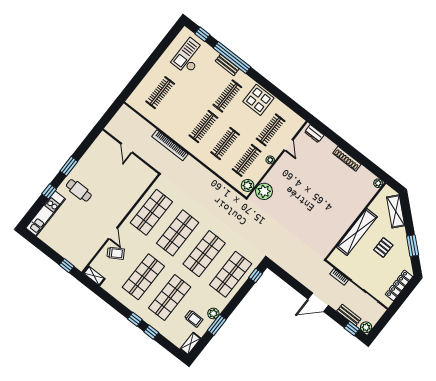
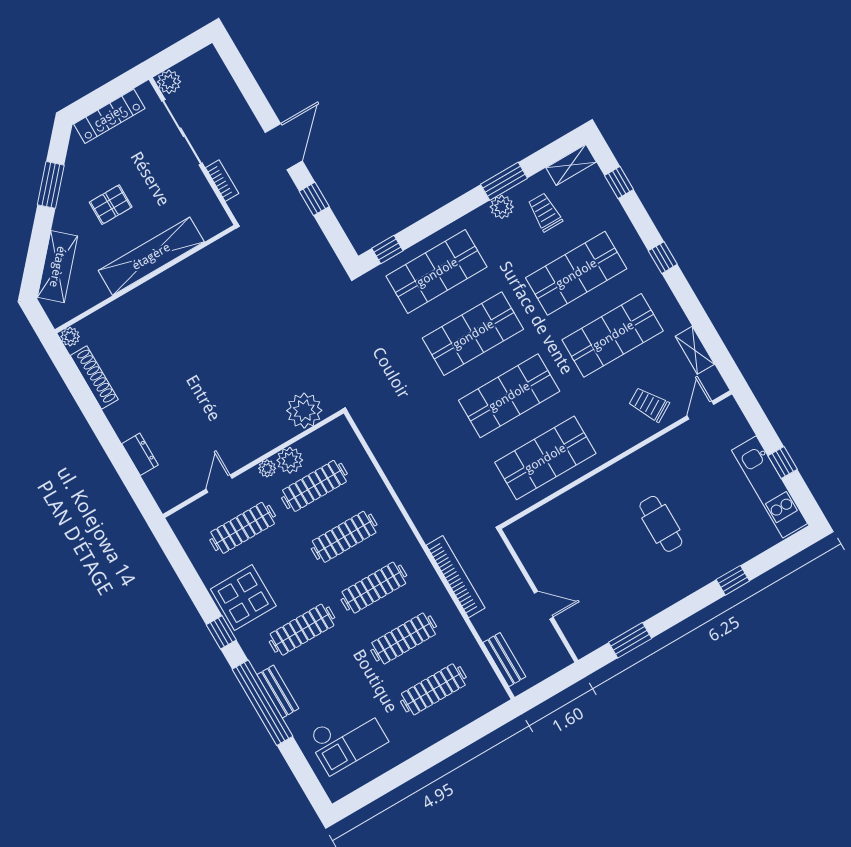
window: (202, 34) -> (221, 632), moved
clothes rail: (182, 110) -> (404, 638), added
dresser: (314, 134) -> (140, 454), moved
door: (127, 148) -> (544, 605), hinge flipped
shoe rack: (347, 159) -> (94, 377), moved
window: (69, 166) -> (630, 640), moved
plant: (248, 185) -> (290, 460), moved
cafe table: (79, 190) -> (661, 524), moved
kitchen unit: (46, 214) -> (770, 487), moved, turned -90
door: (113, 233) -> (700, 410), moved
window: (67, 266) -> (783, 463), moved
shelving: (94, 276) -> (695, 350), moved
door: (318, 302) -> (284, 147), hinge flipped
bench: (349, 315) -> (504, 660), moved
plant: (366, 327) -> (169, 82), moved
window: (352, 329) -> (314, 199), moved
window: (151, 332) -> (619, 183), moved

